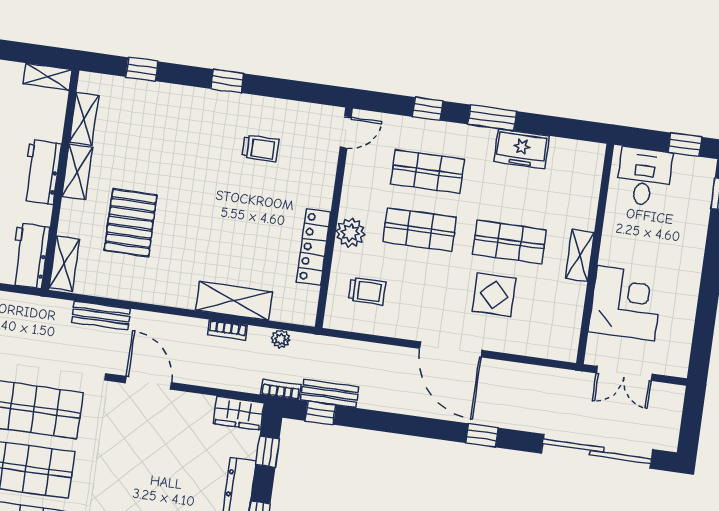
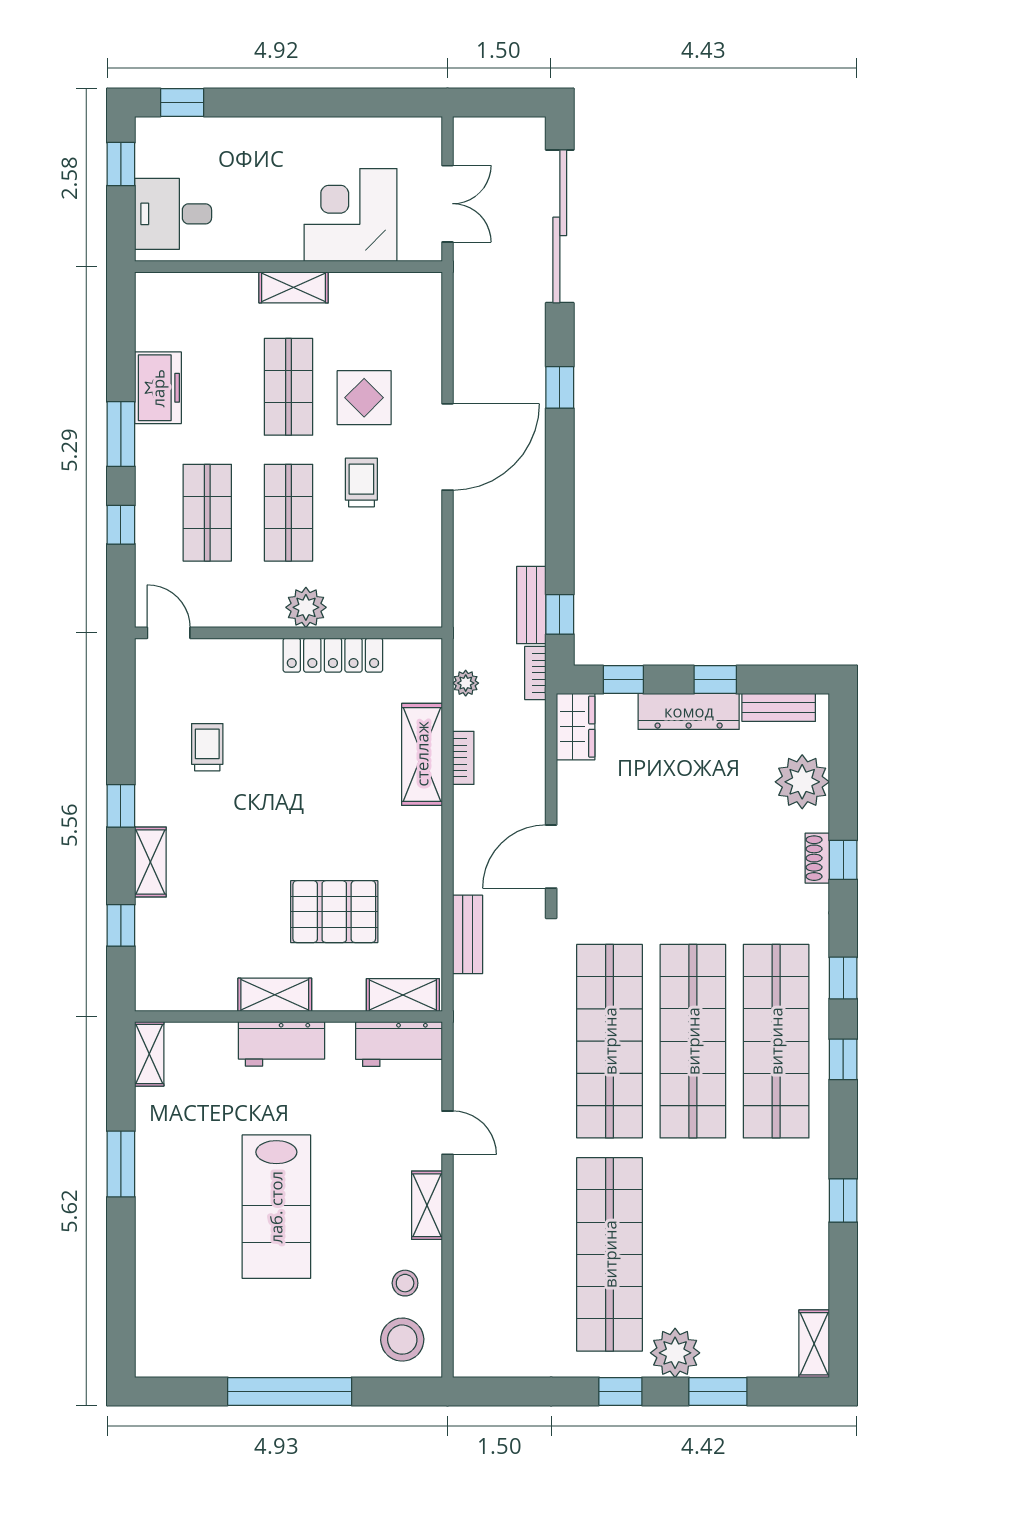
shelving: (84, 119) -> (150, 862), moved, turned 90
trolley: (367, 291) -> (361, 483), moved

